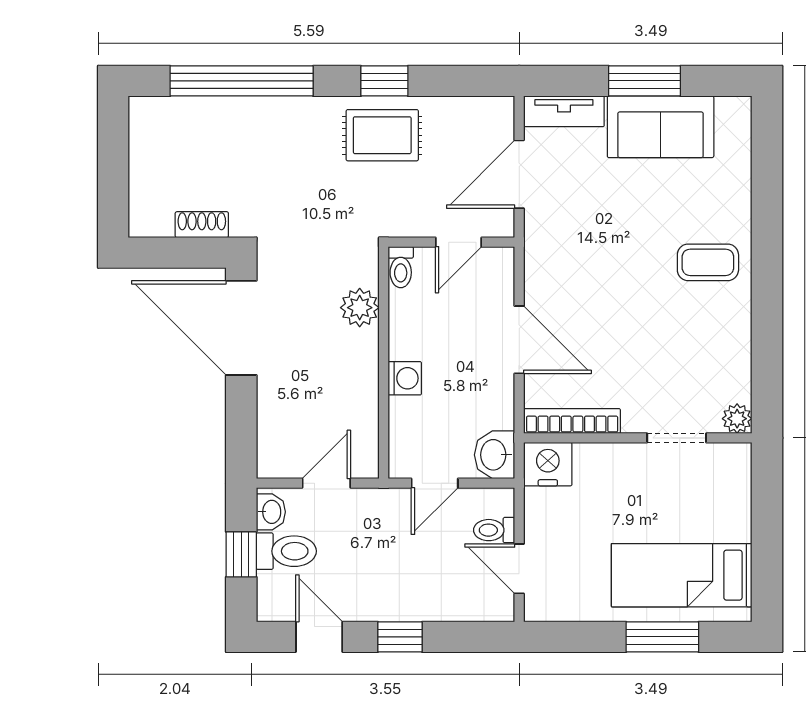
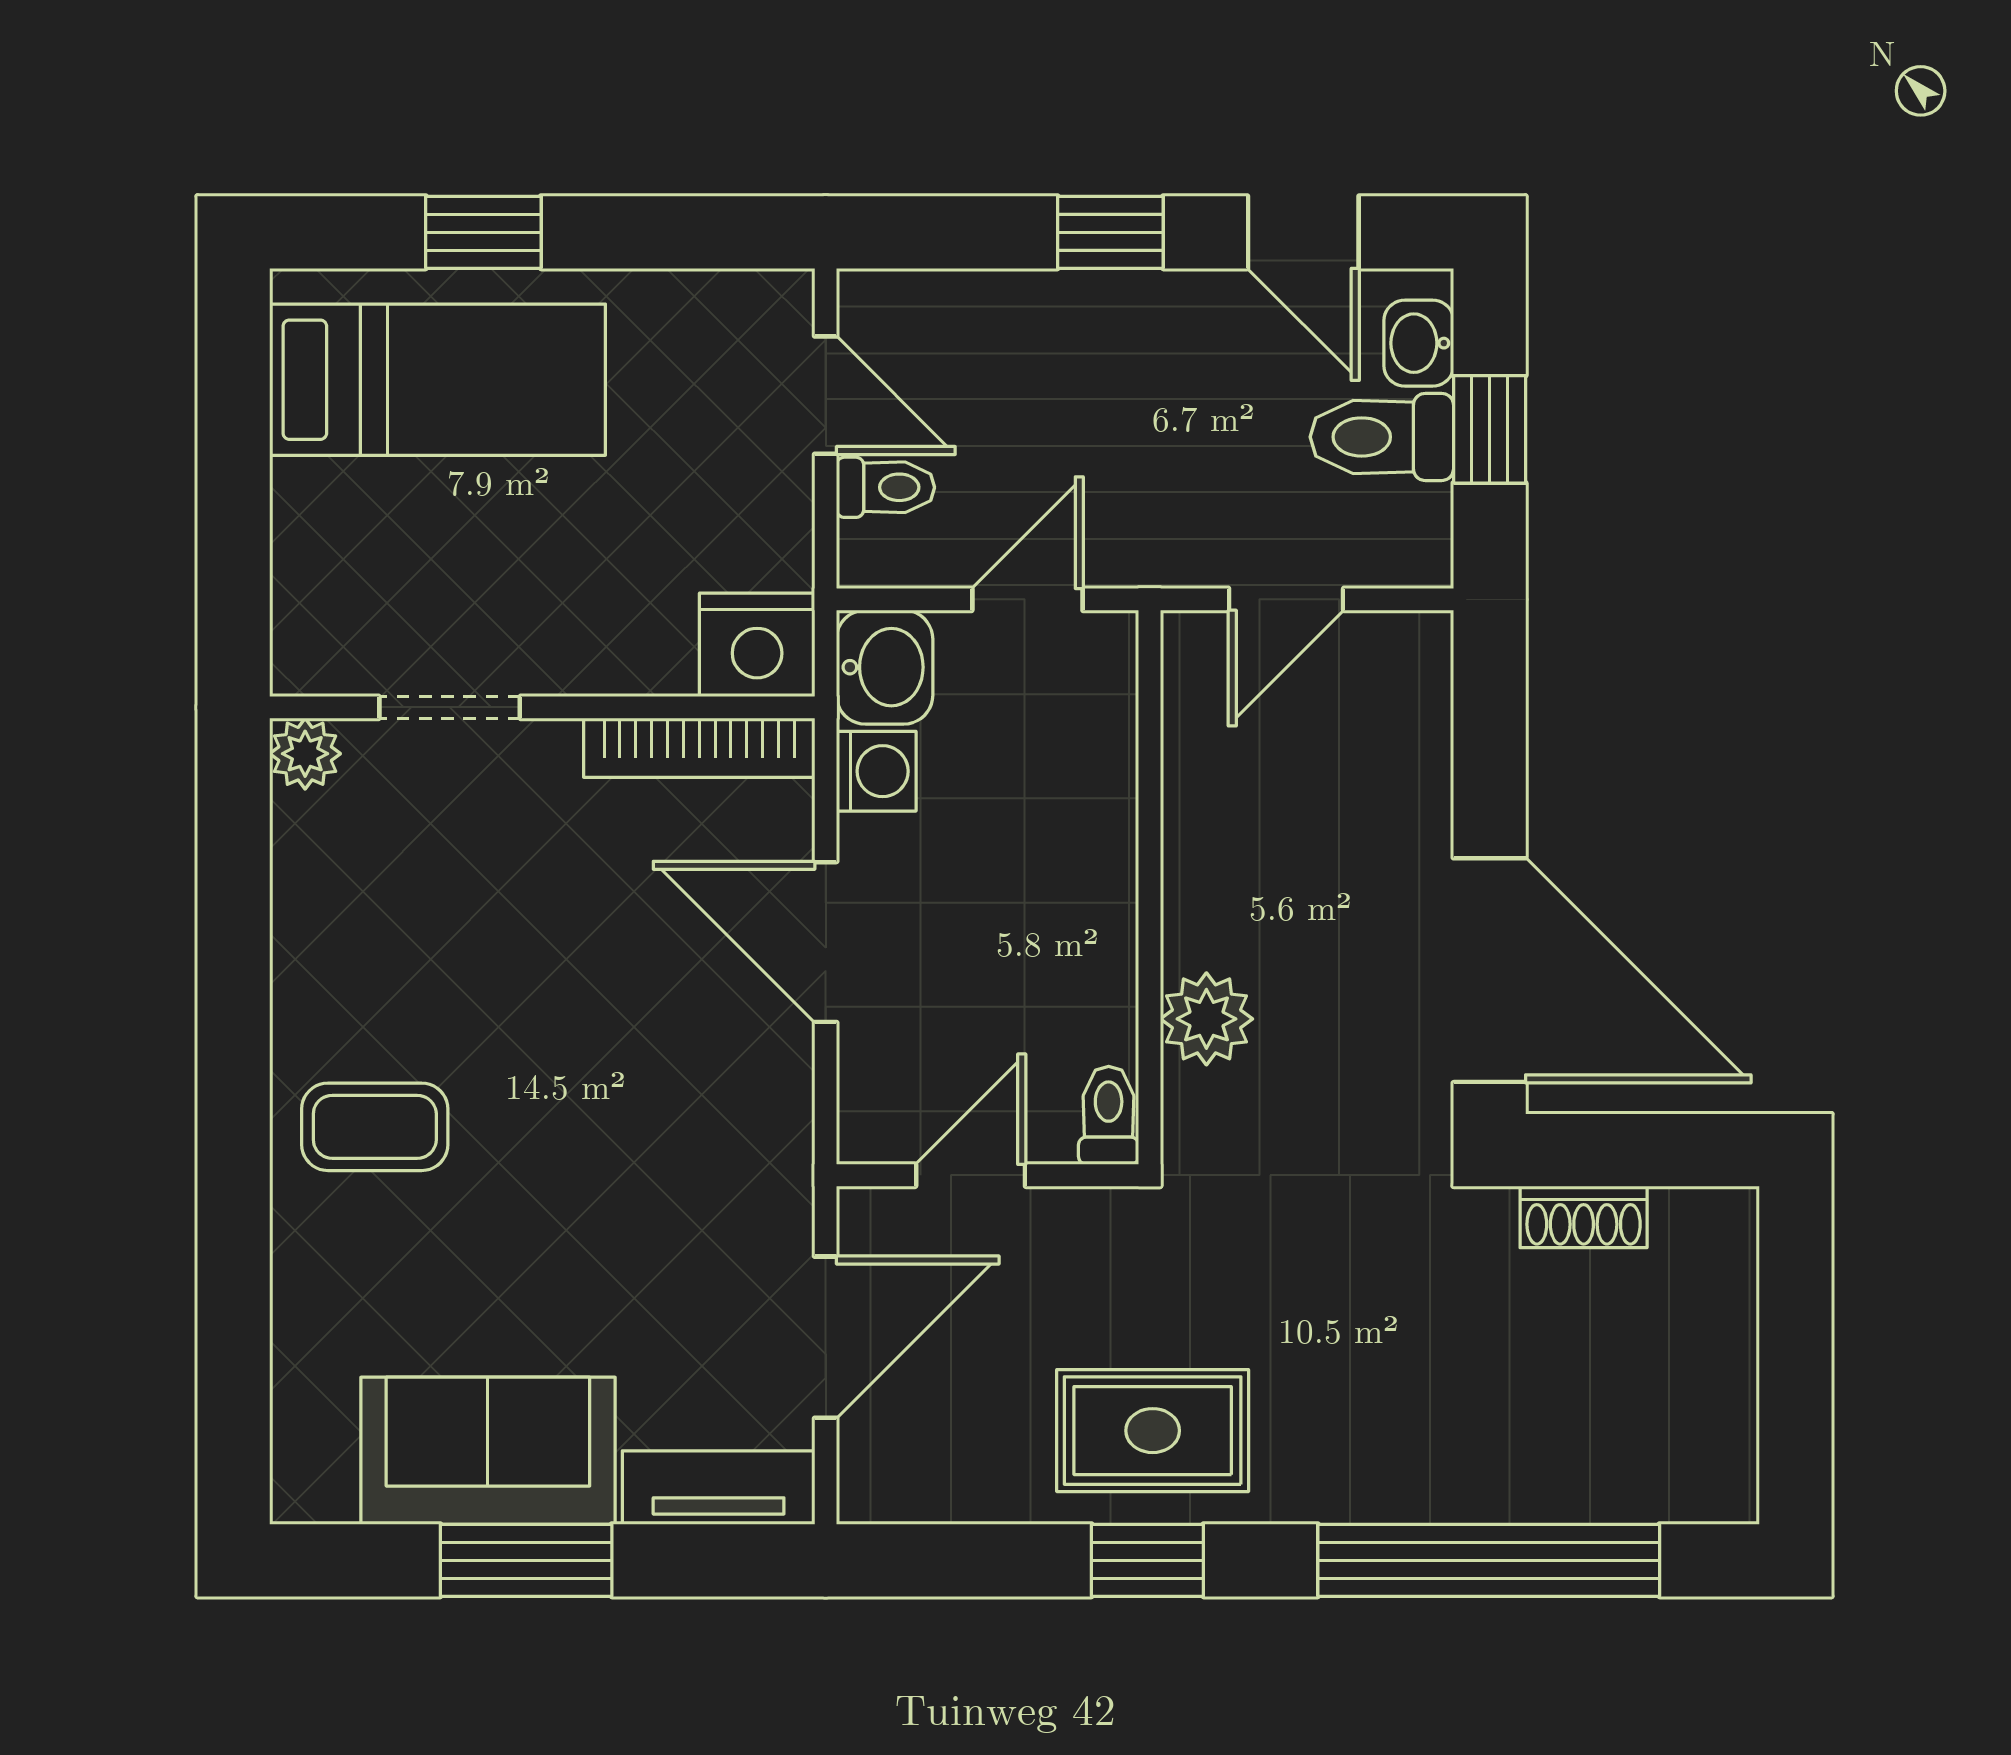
washing machine: (405, 378) -> (876, 771), moved, turned 180
washbasin: (271, 512) -> (1419, 343), moved
window: (662, 637) -> (483, 232), width x0.67

